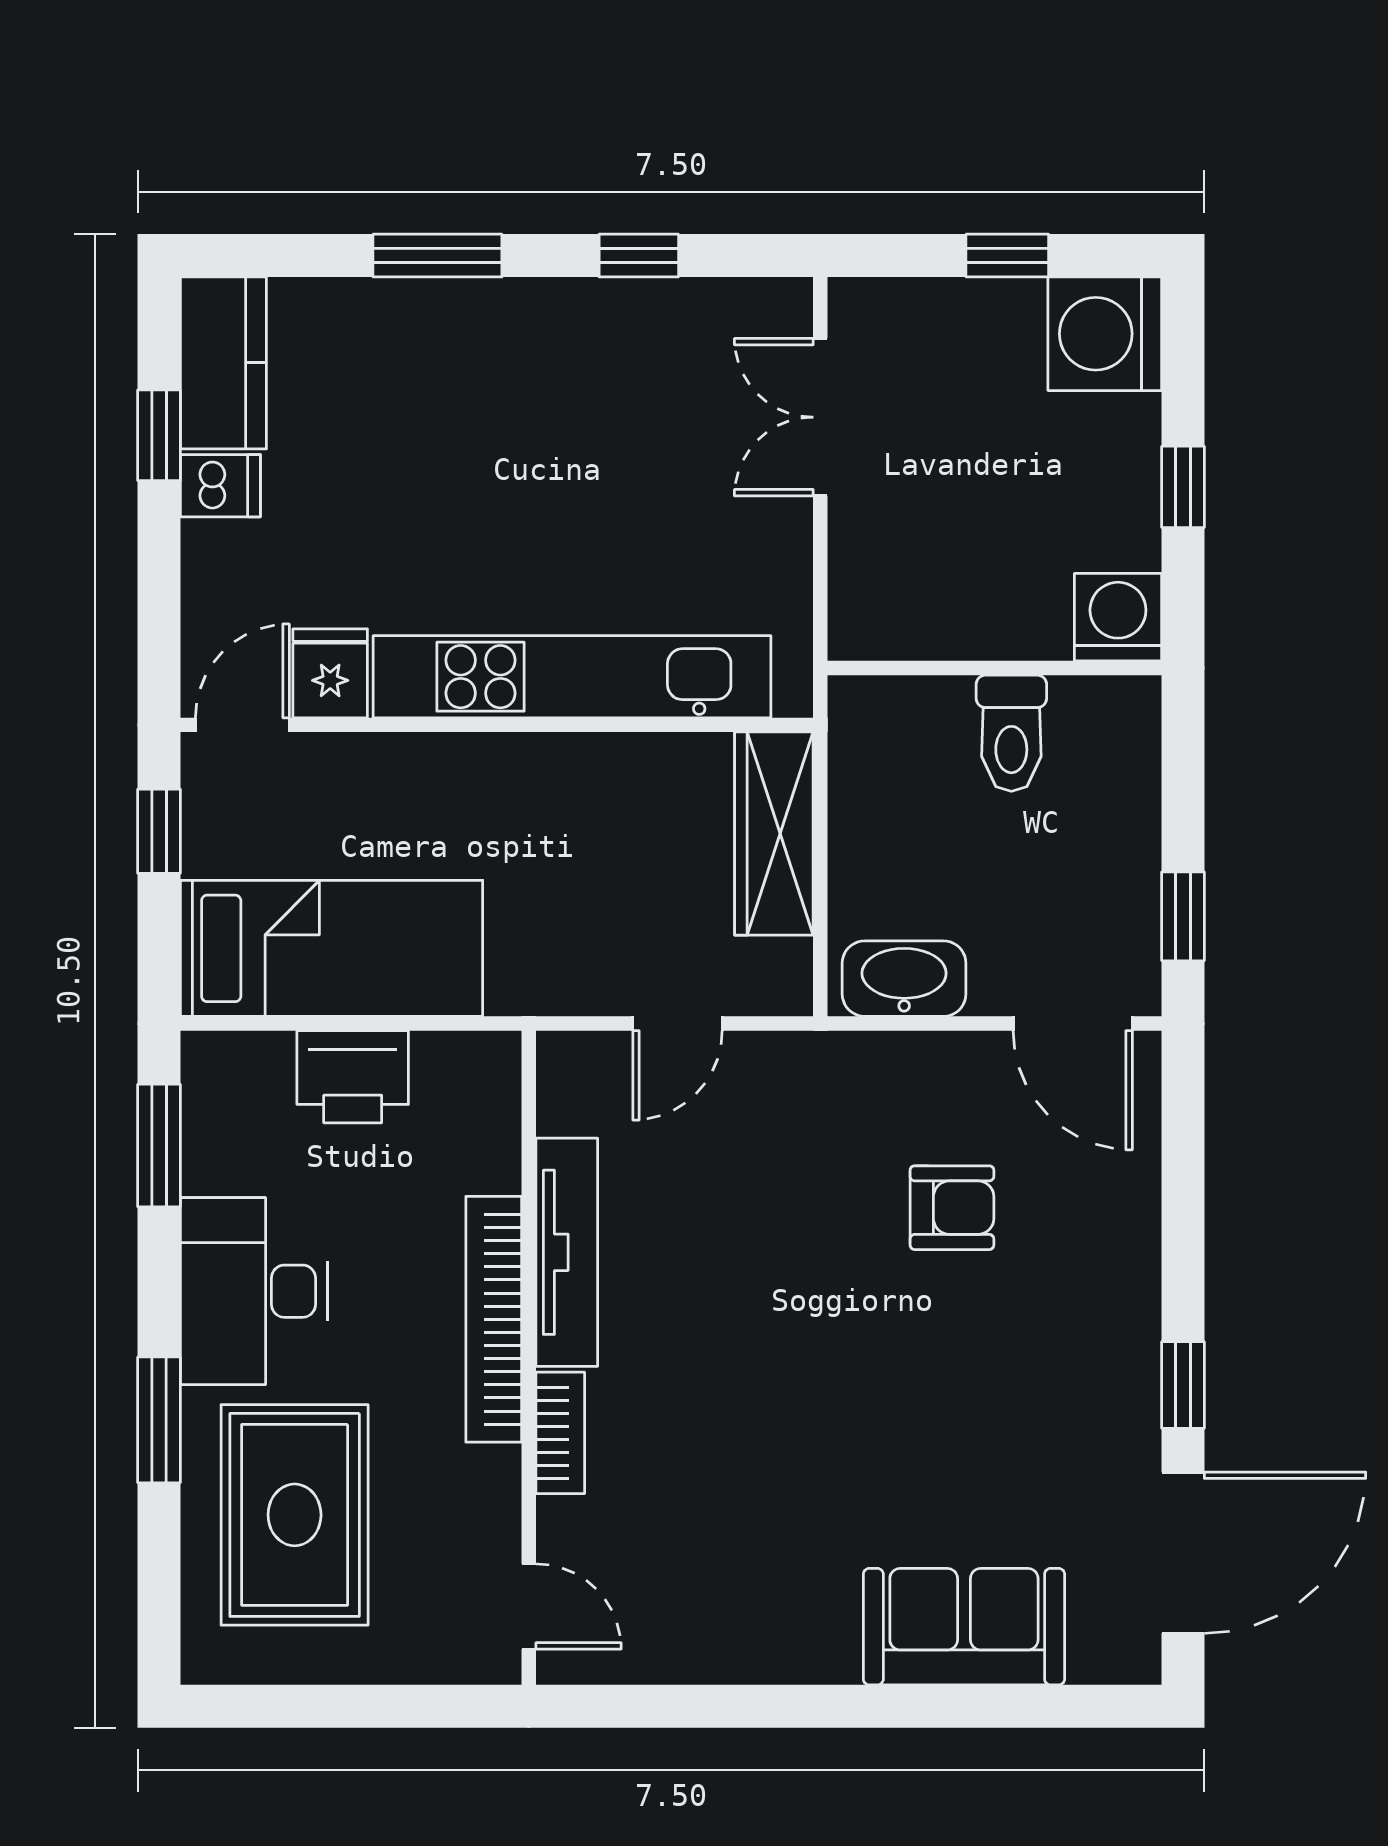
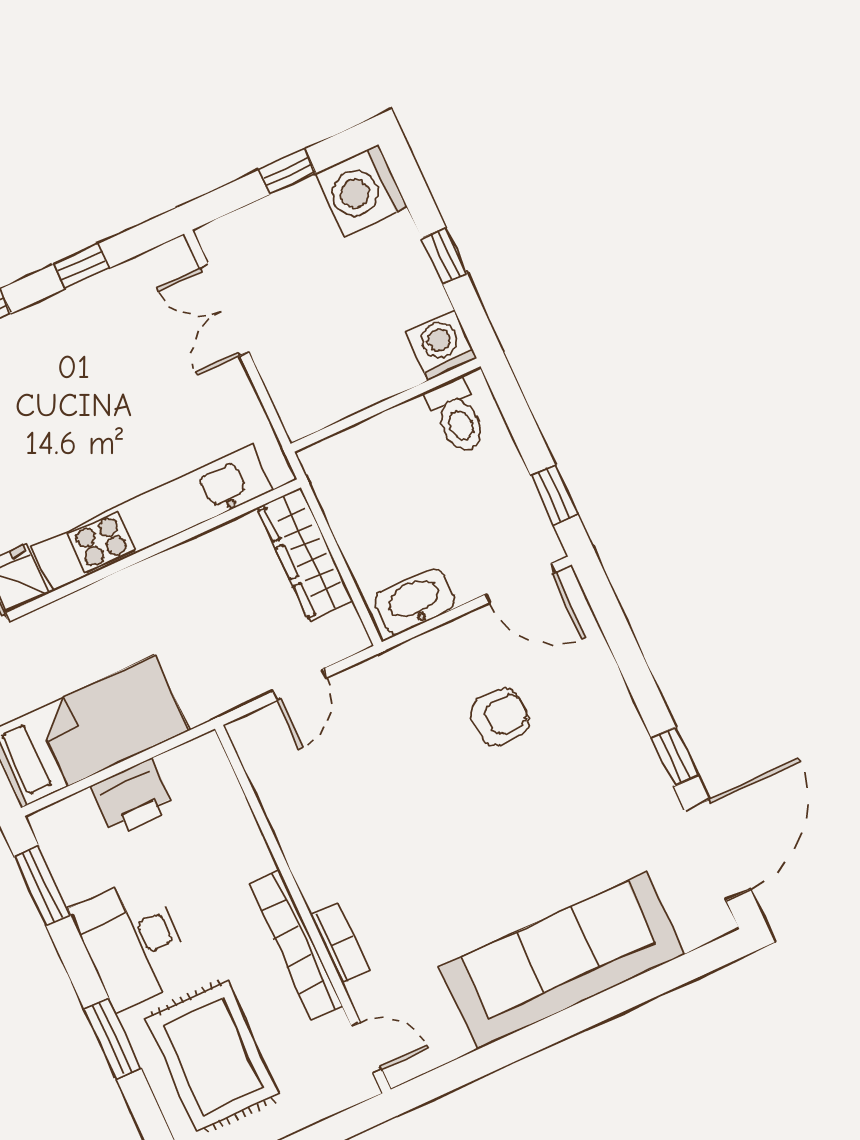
toilet: (1011, 733) -> (457, 416), moved
tv unit: (567, 1252) -> (297, 841), removed
bookcase: (494, 1319) -> (296, 945), moved
sofa: (964, 1627) -> (563, 961), width x1.85, depth x1.27

